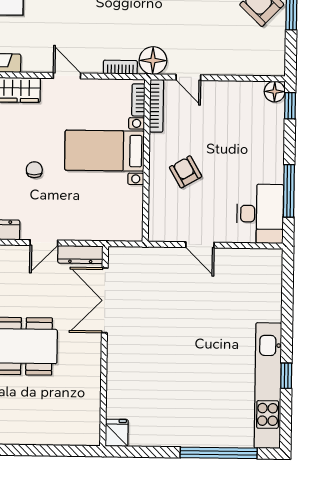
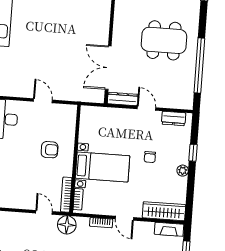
bookcase: (120, 67) -> (101, 223), moved
armchair: (186, 172) -> (50, 150), turned -60
door: (44, 243) -> (146, 108), hinge flipped
double door: (105, 300) -> (108, 68), swing flipped

